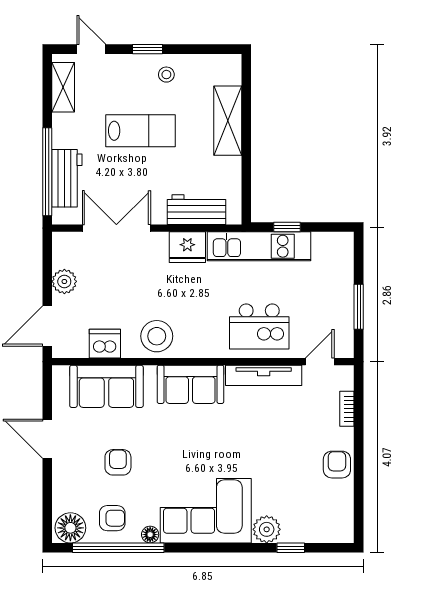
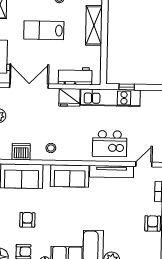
lab bench: (140, 131) -> (44, 30), turned 180
stool: (157, 336) -> (51, 148), width x0.53, depth x0.53

